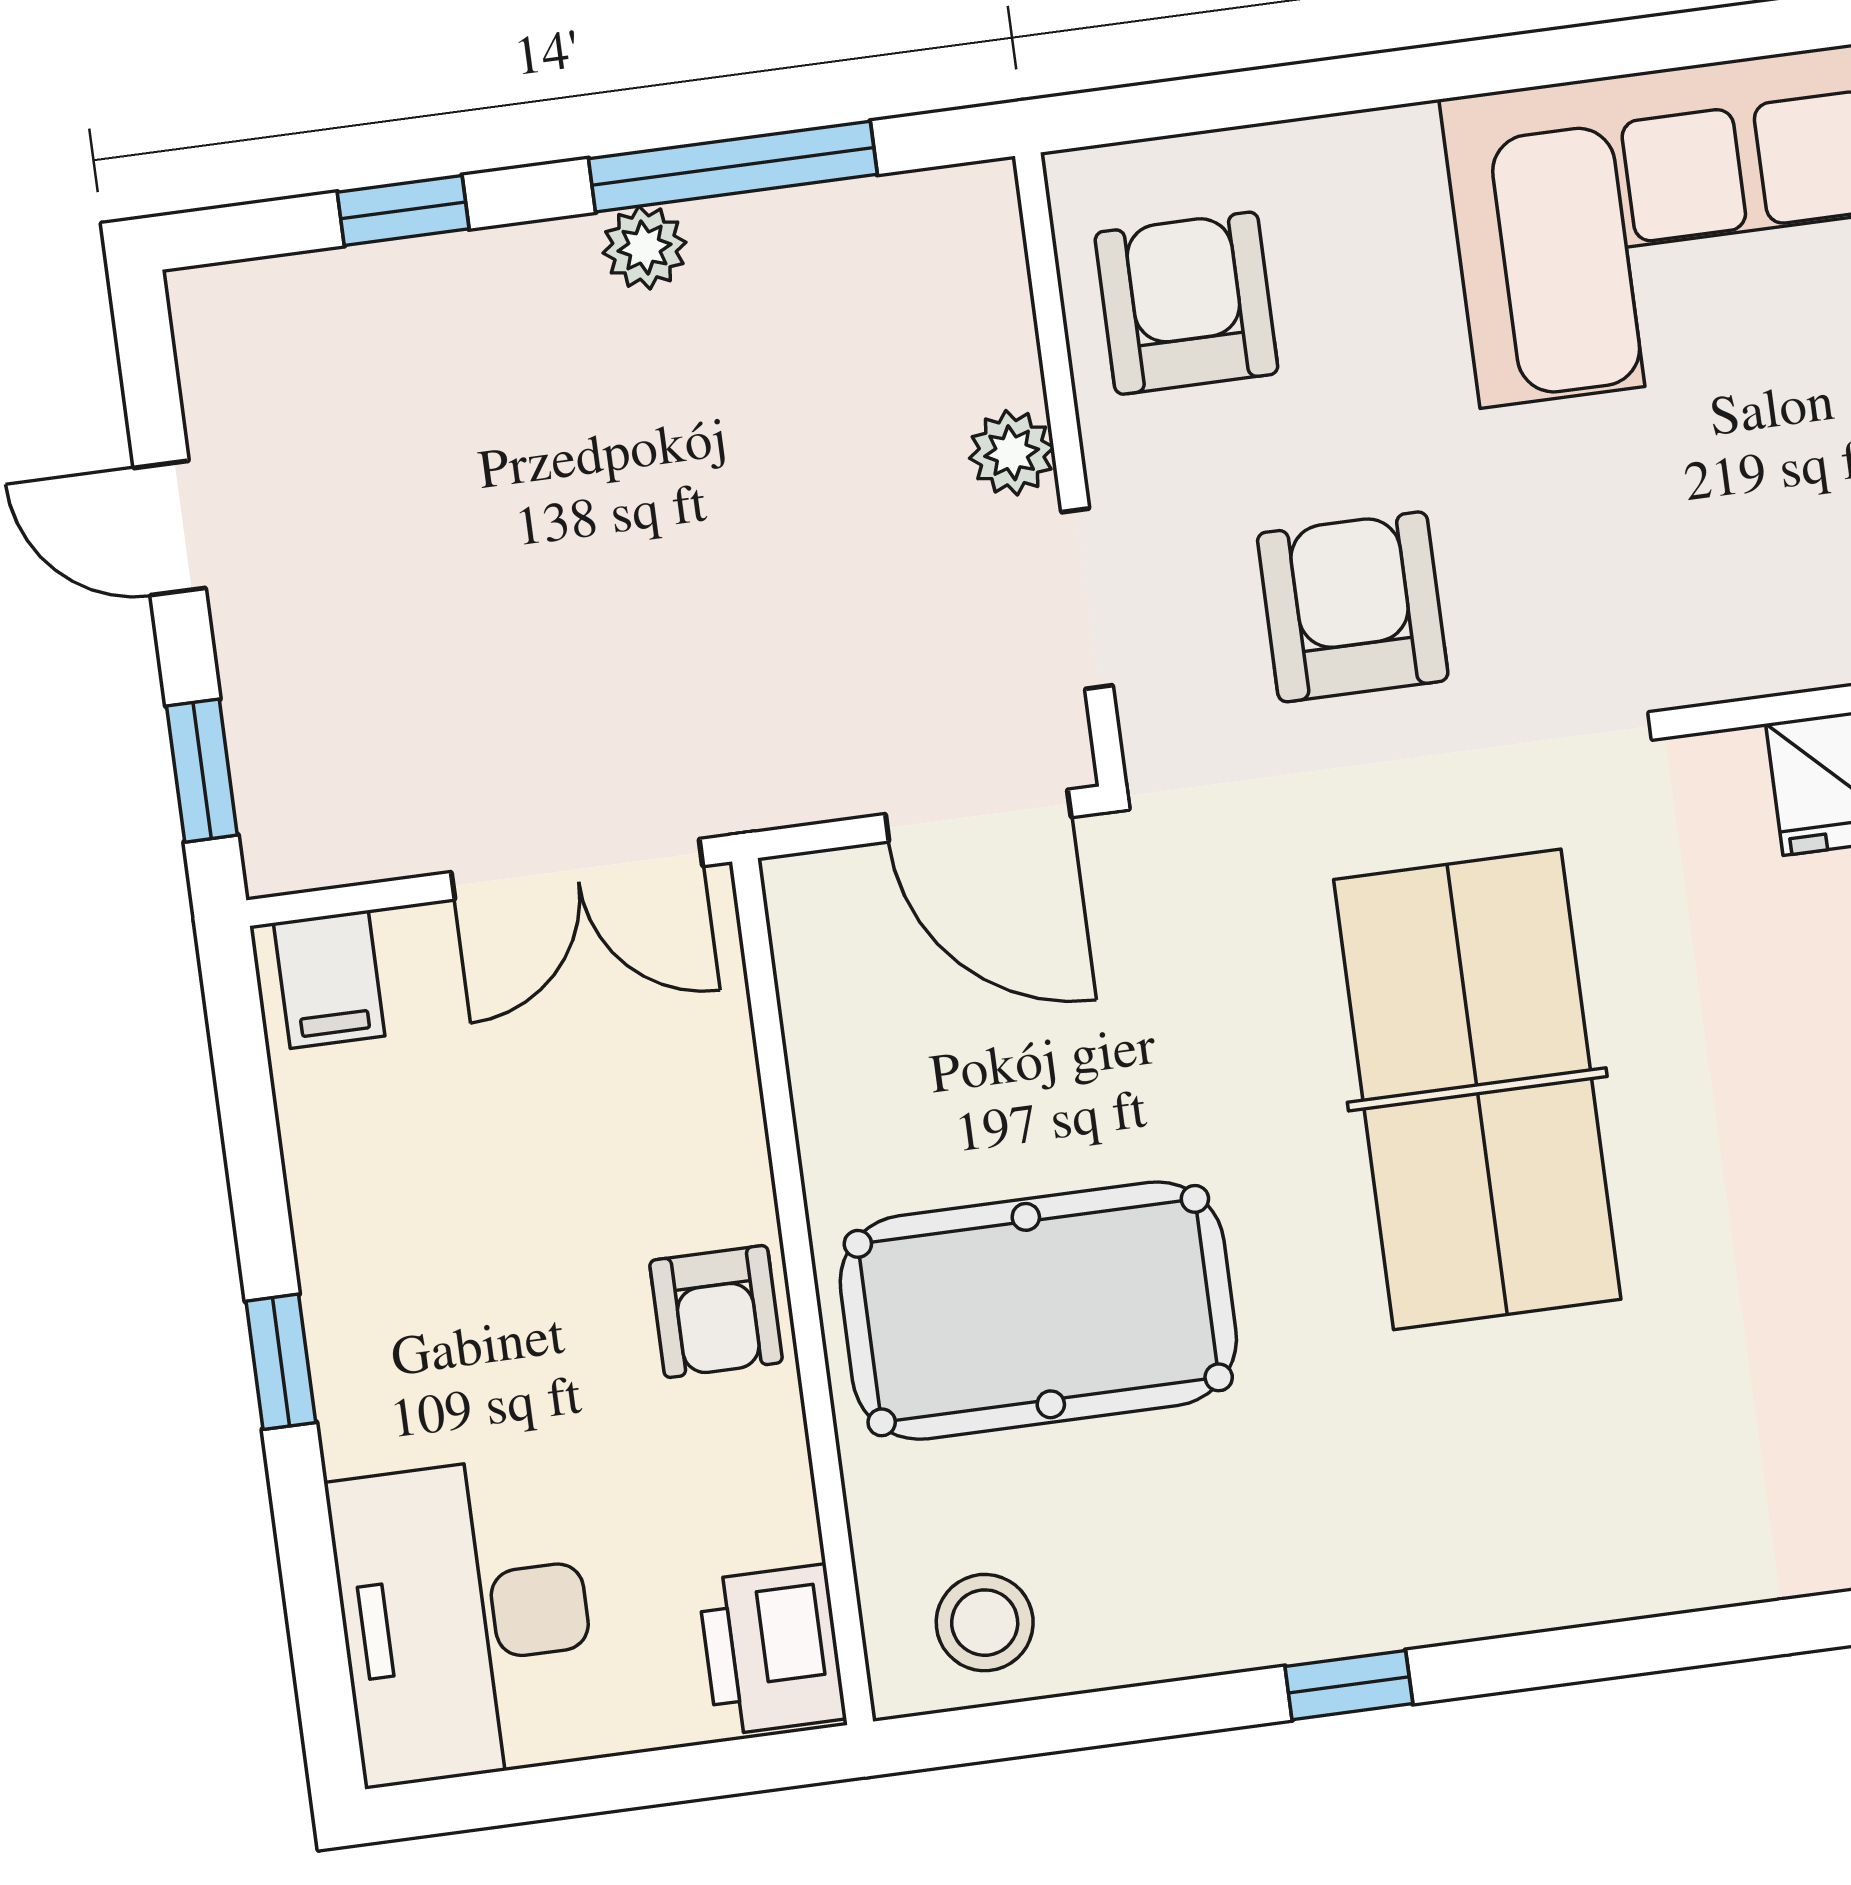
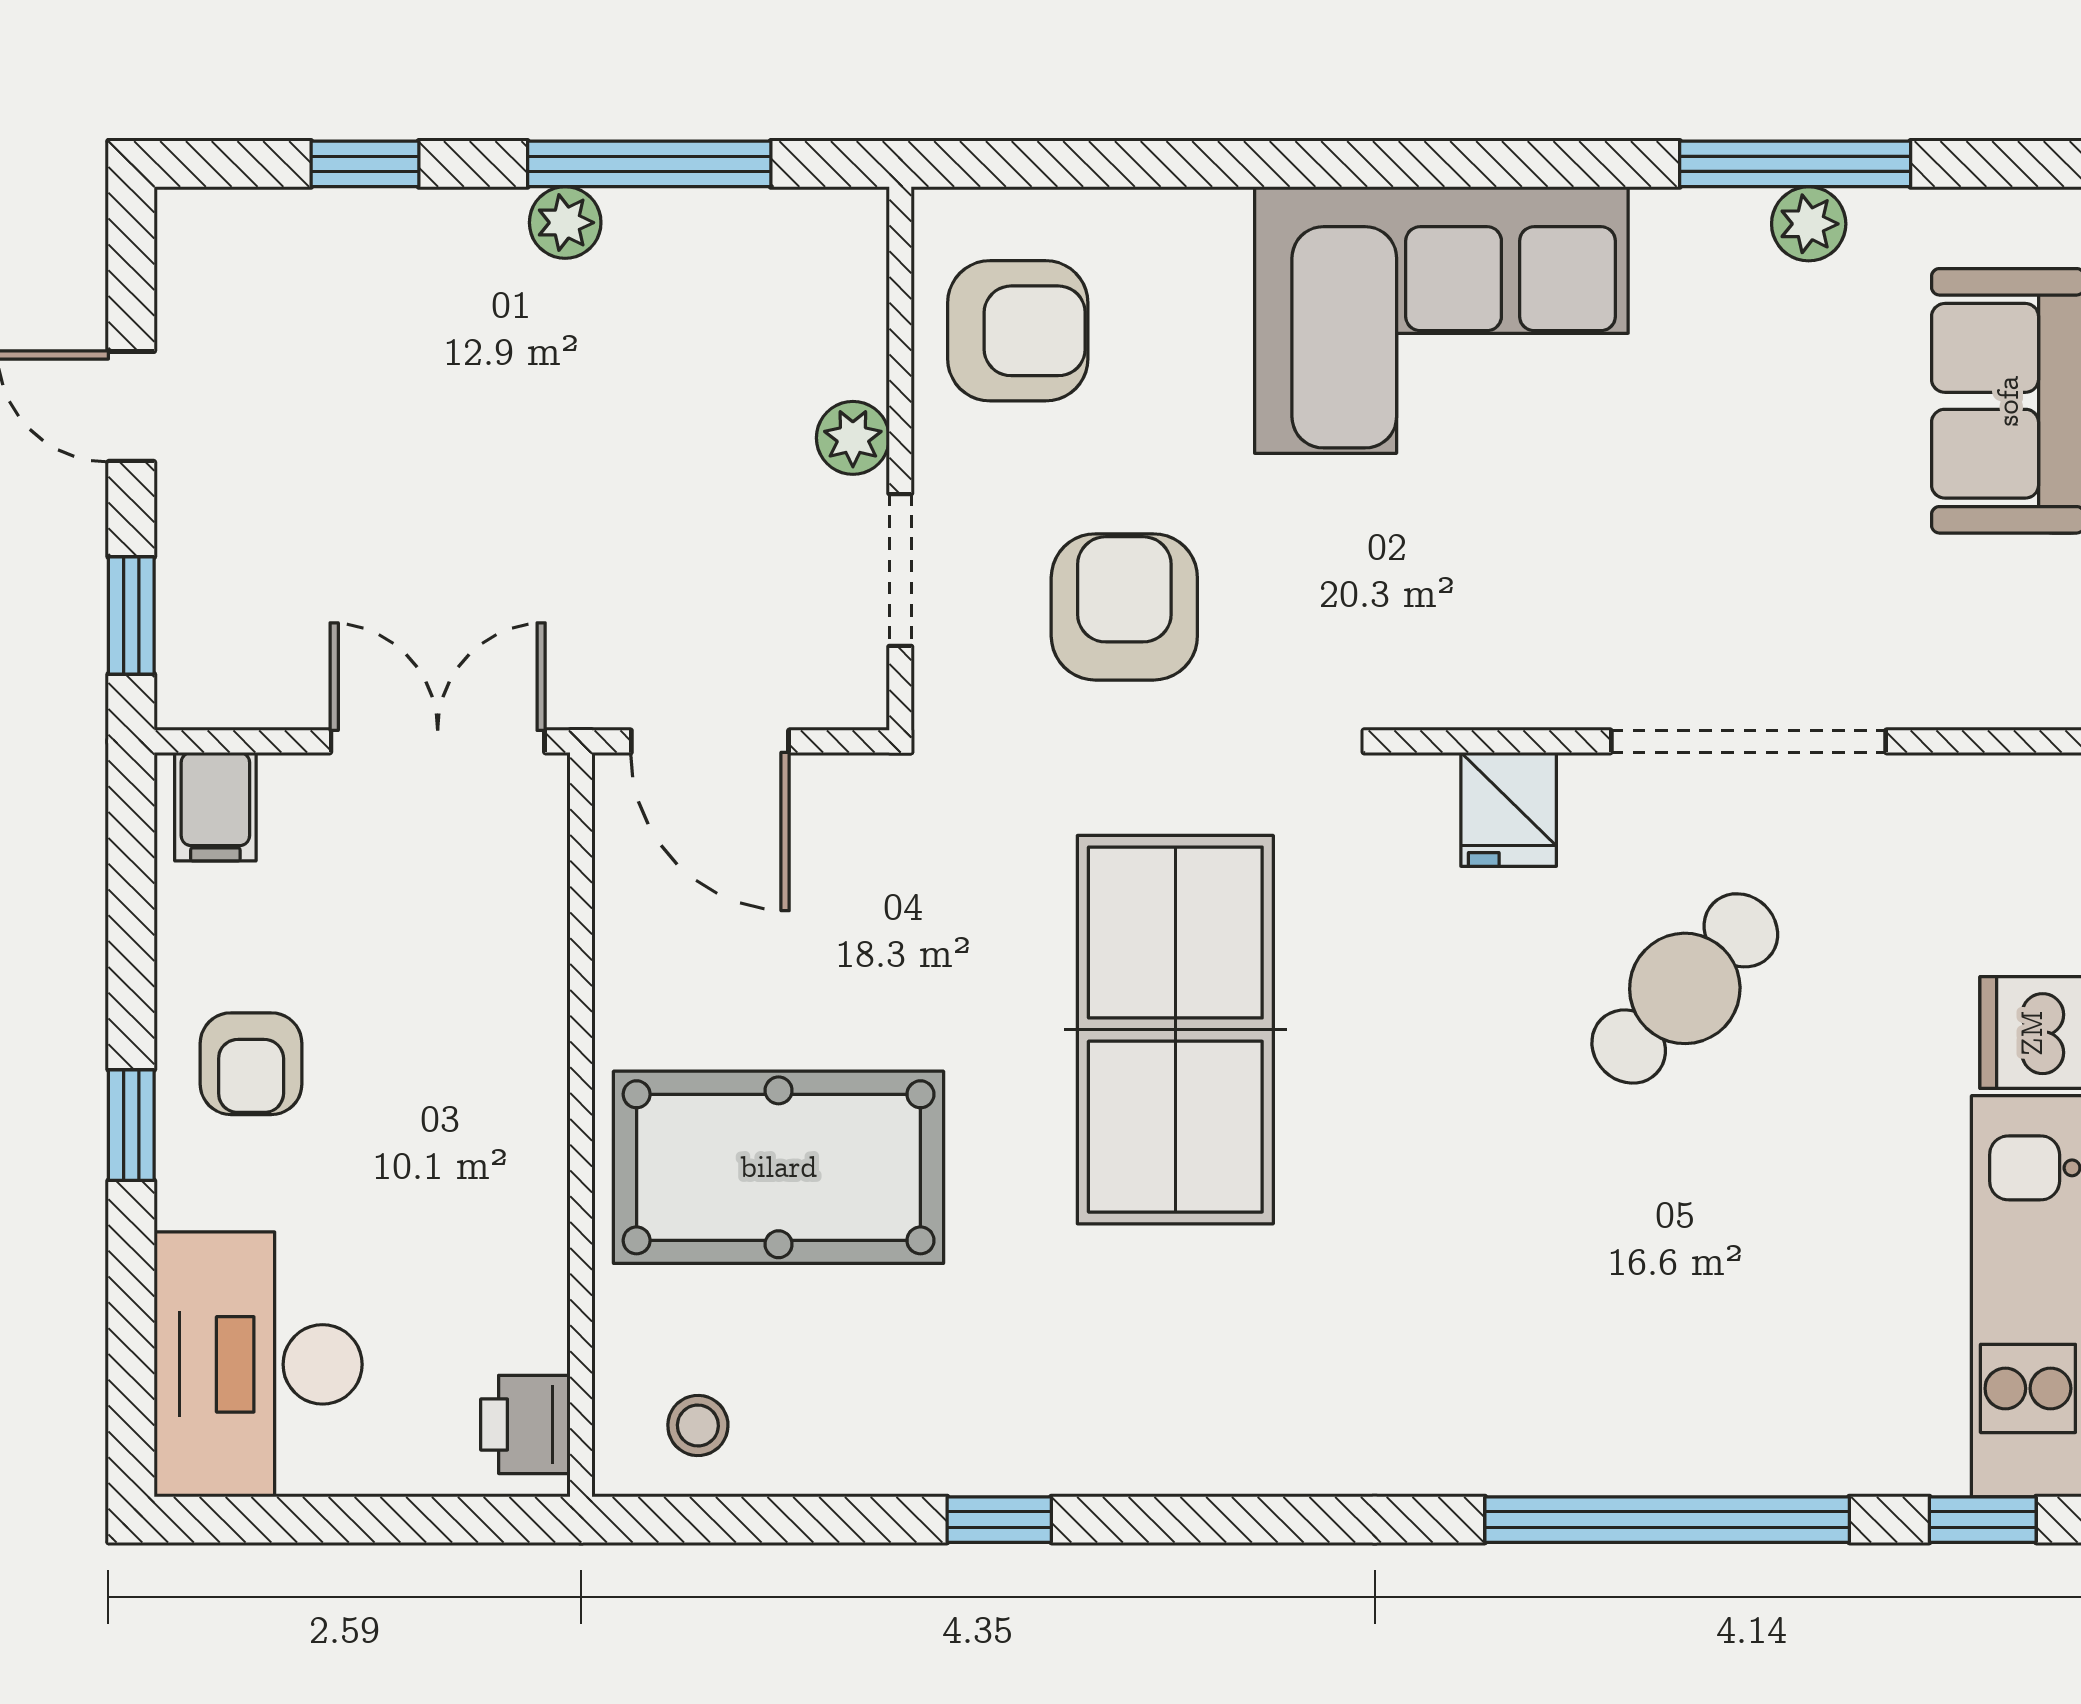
armchair: (1186, 303) -> (1018, 331), turned 90
door: (978, 816) -> (710, 741), moved
double door: (577, 869) -> (438, 741), swing flipped
armchair: (716, 1312) -> (251, 1064), moved
stool: (985, 1623) -> (698, 1426), width x0.73, depth x0.73
printer: (772, 1650) -> (525, 1424), width x0.73, depth x0.81

